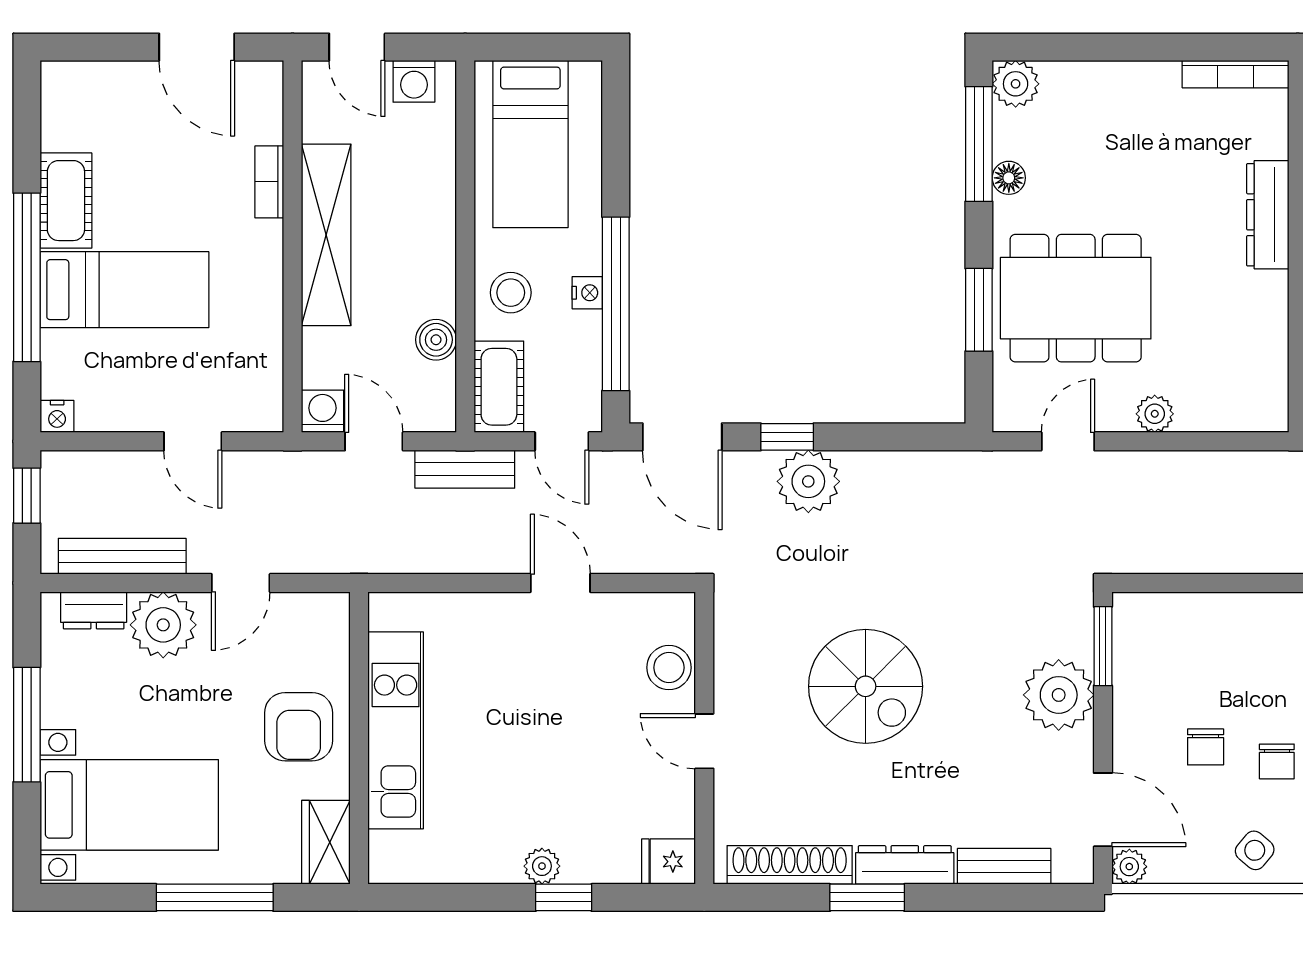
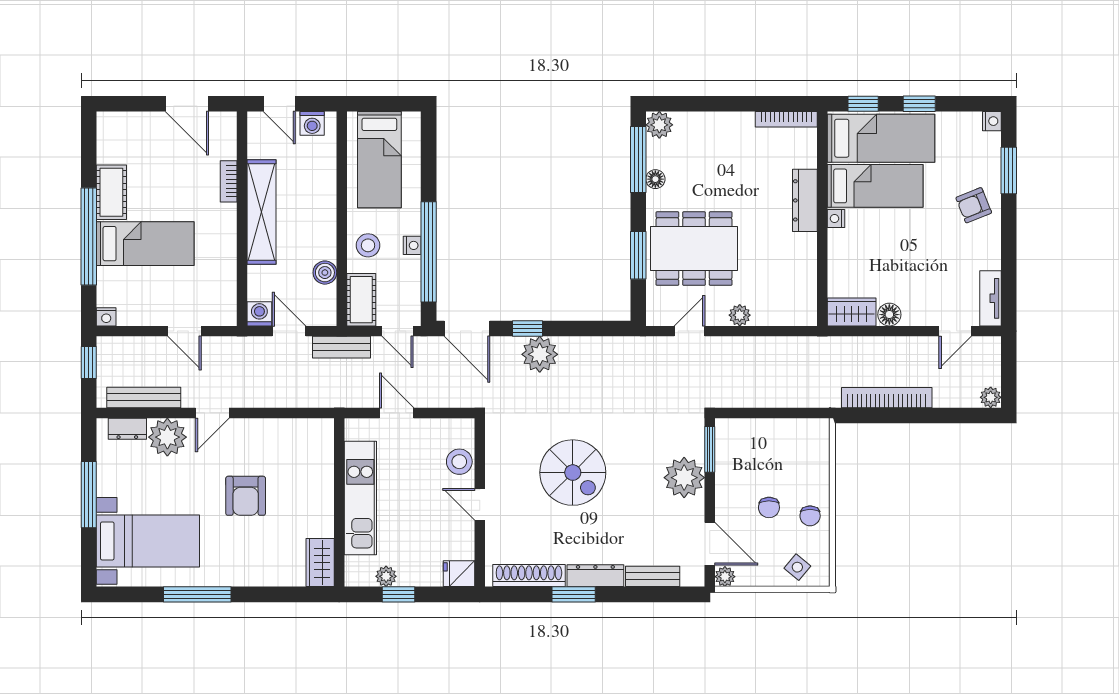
kitchen unit: (396, 730) -> (360, 498), moved
wall: (359, 738) -> (339, 502), moved
wardrobe: (326, 842) -> (320, 563), moved

